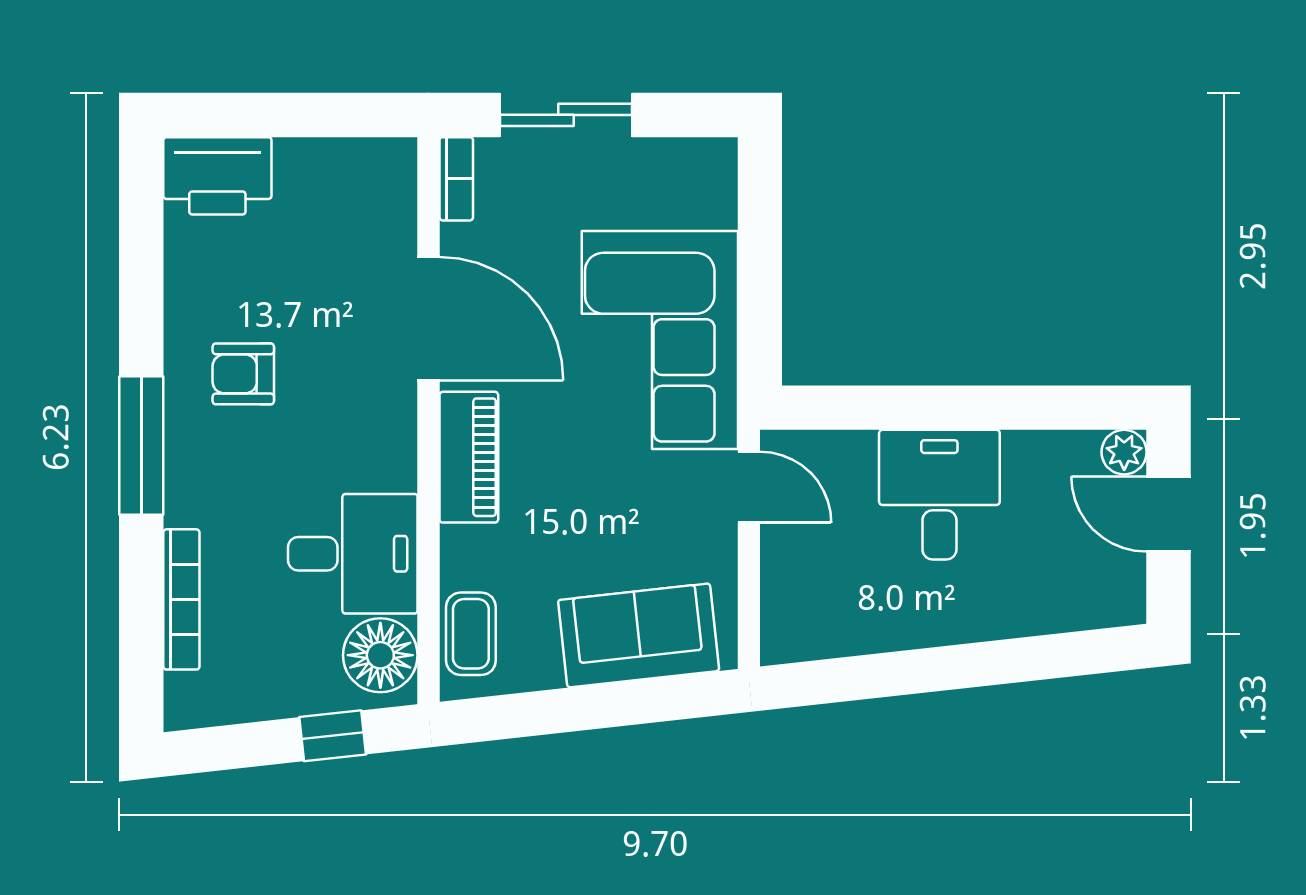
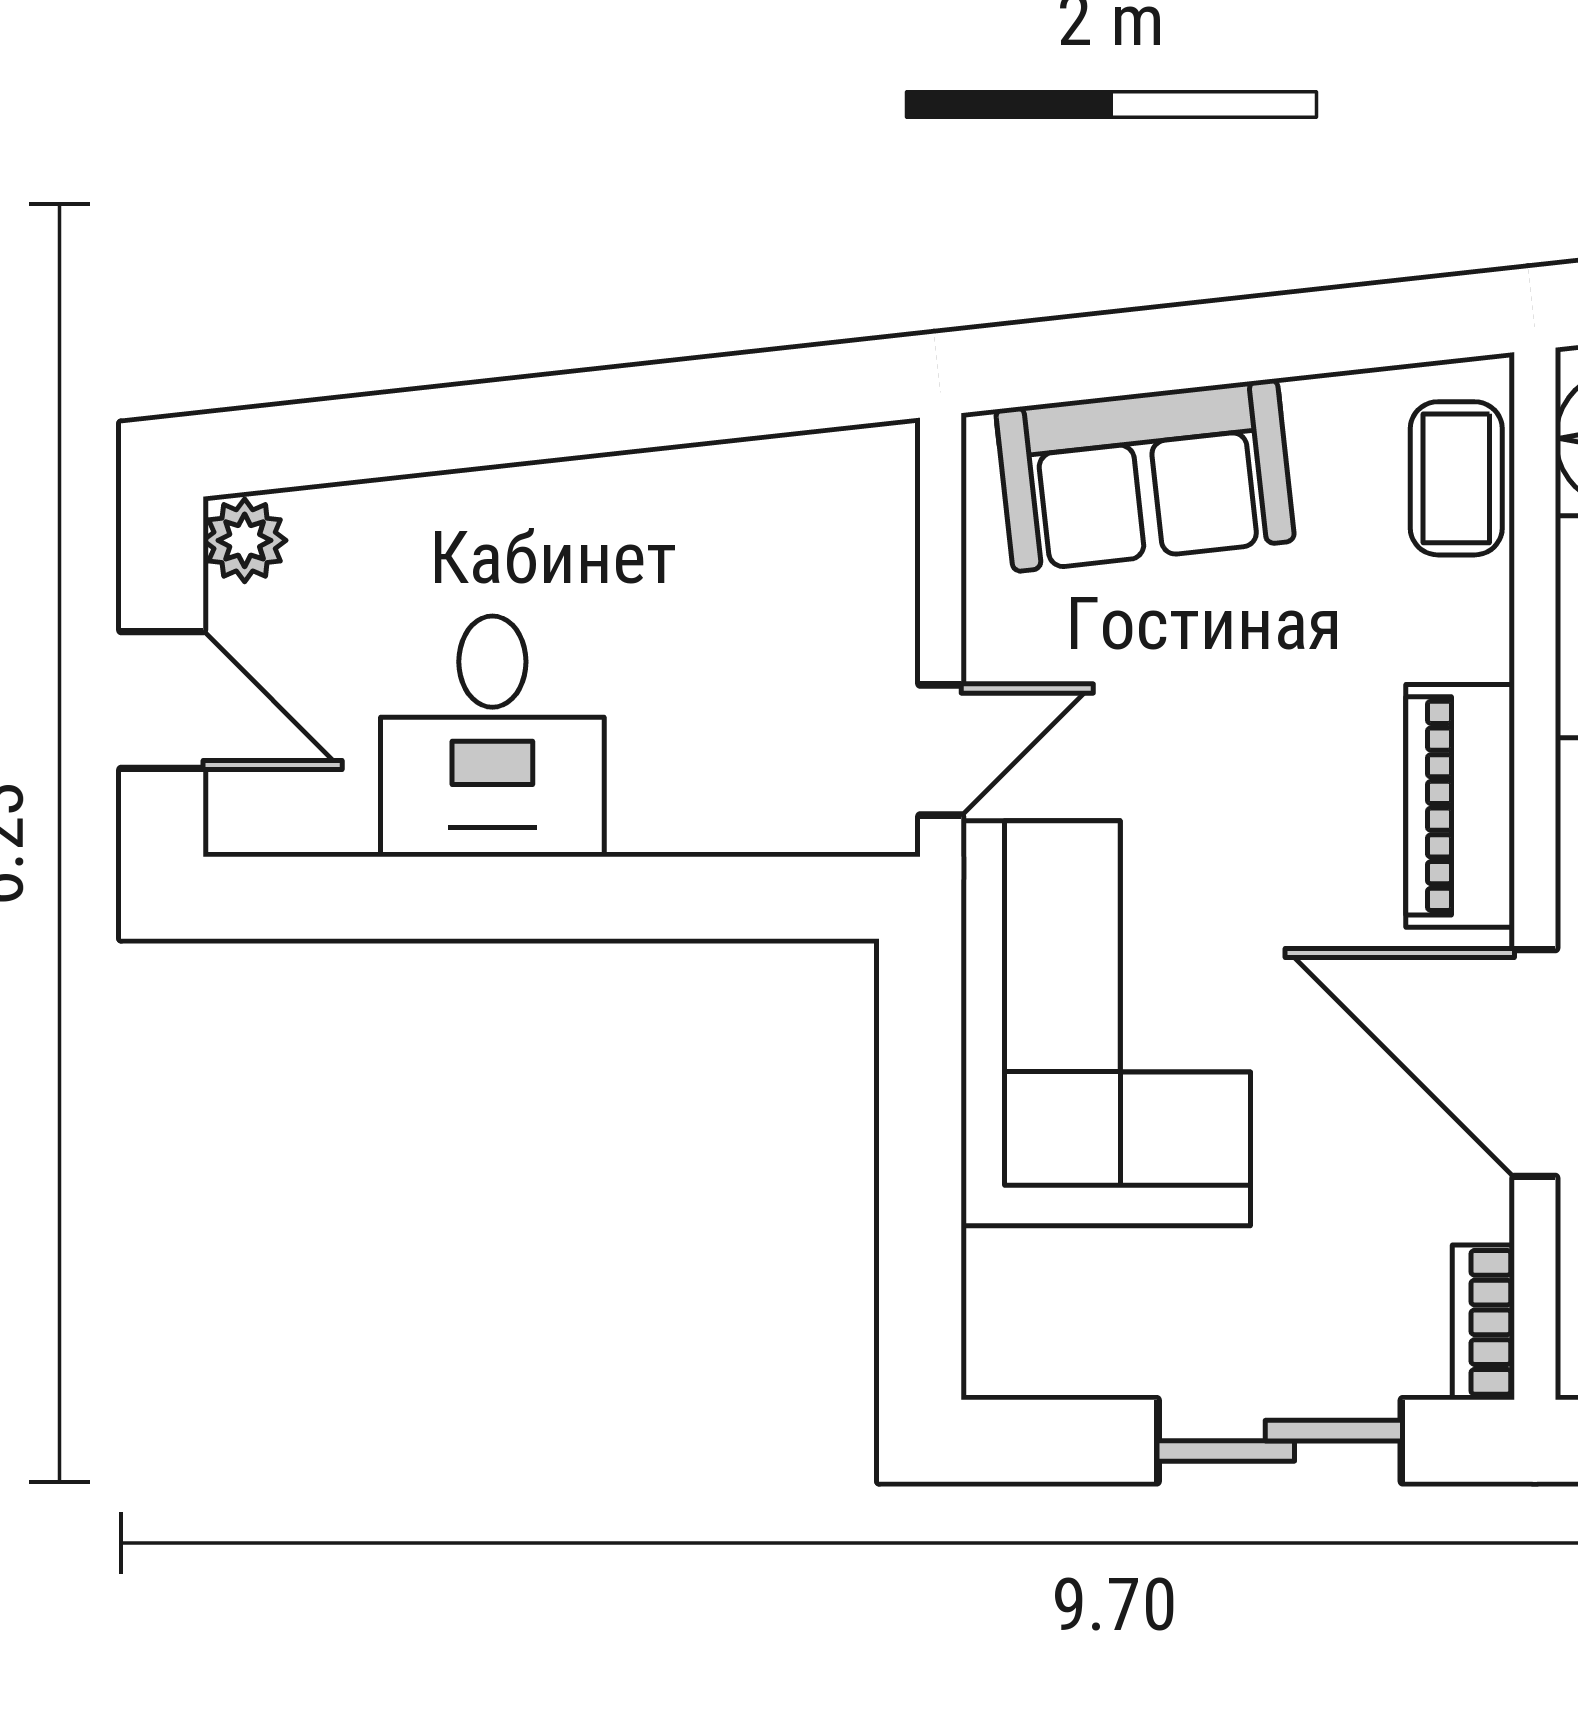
plant: (1124, 452) -> (245, 540), moved
door: (749, 487) -> (941, 750), swing flipped
desk: (939, 495) -> (492, 736), moved

